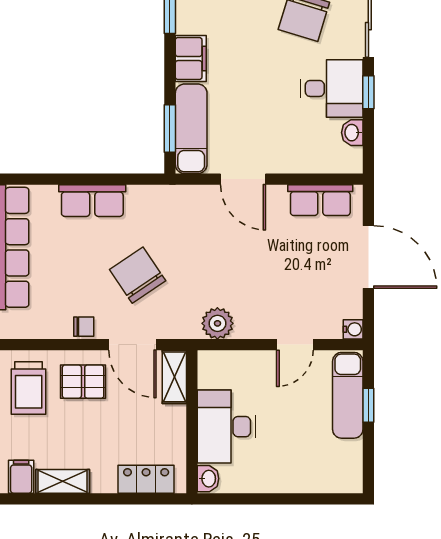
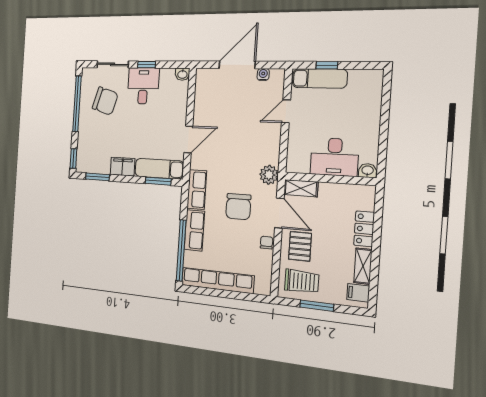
washbasin: (352, 133) -> (182, 74), moved
window: (56, 179) -> (181, 251), added
row of seats: (320, 200) -> (197, 190), moved
chair: (138, 275) -> (238, 207), turned -56
plant: (217, 323) -> (269, 175), moved
water cooler: (353, 329) -> (263, 74), moved
door: (132, 345) -> (279, 213), hinge flipped
door: (295, 345) -> (286, 111), swing flipped
locker: (146, 479) -> (364, 229), moved

